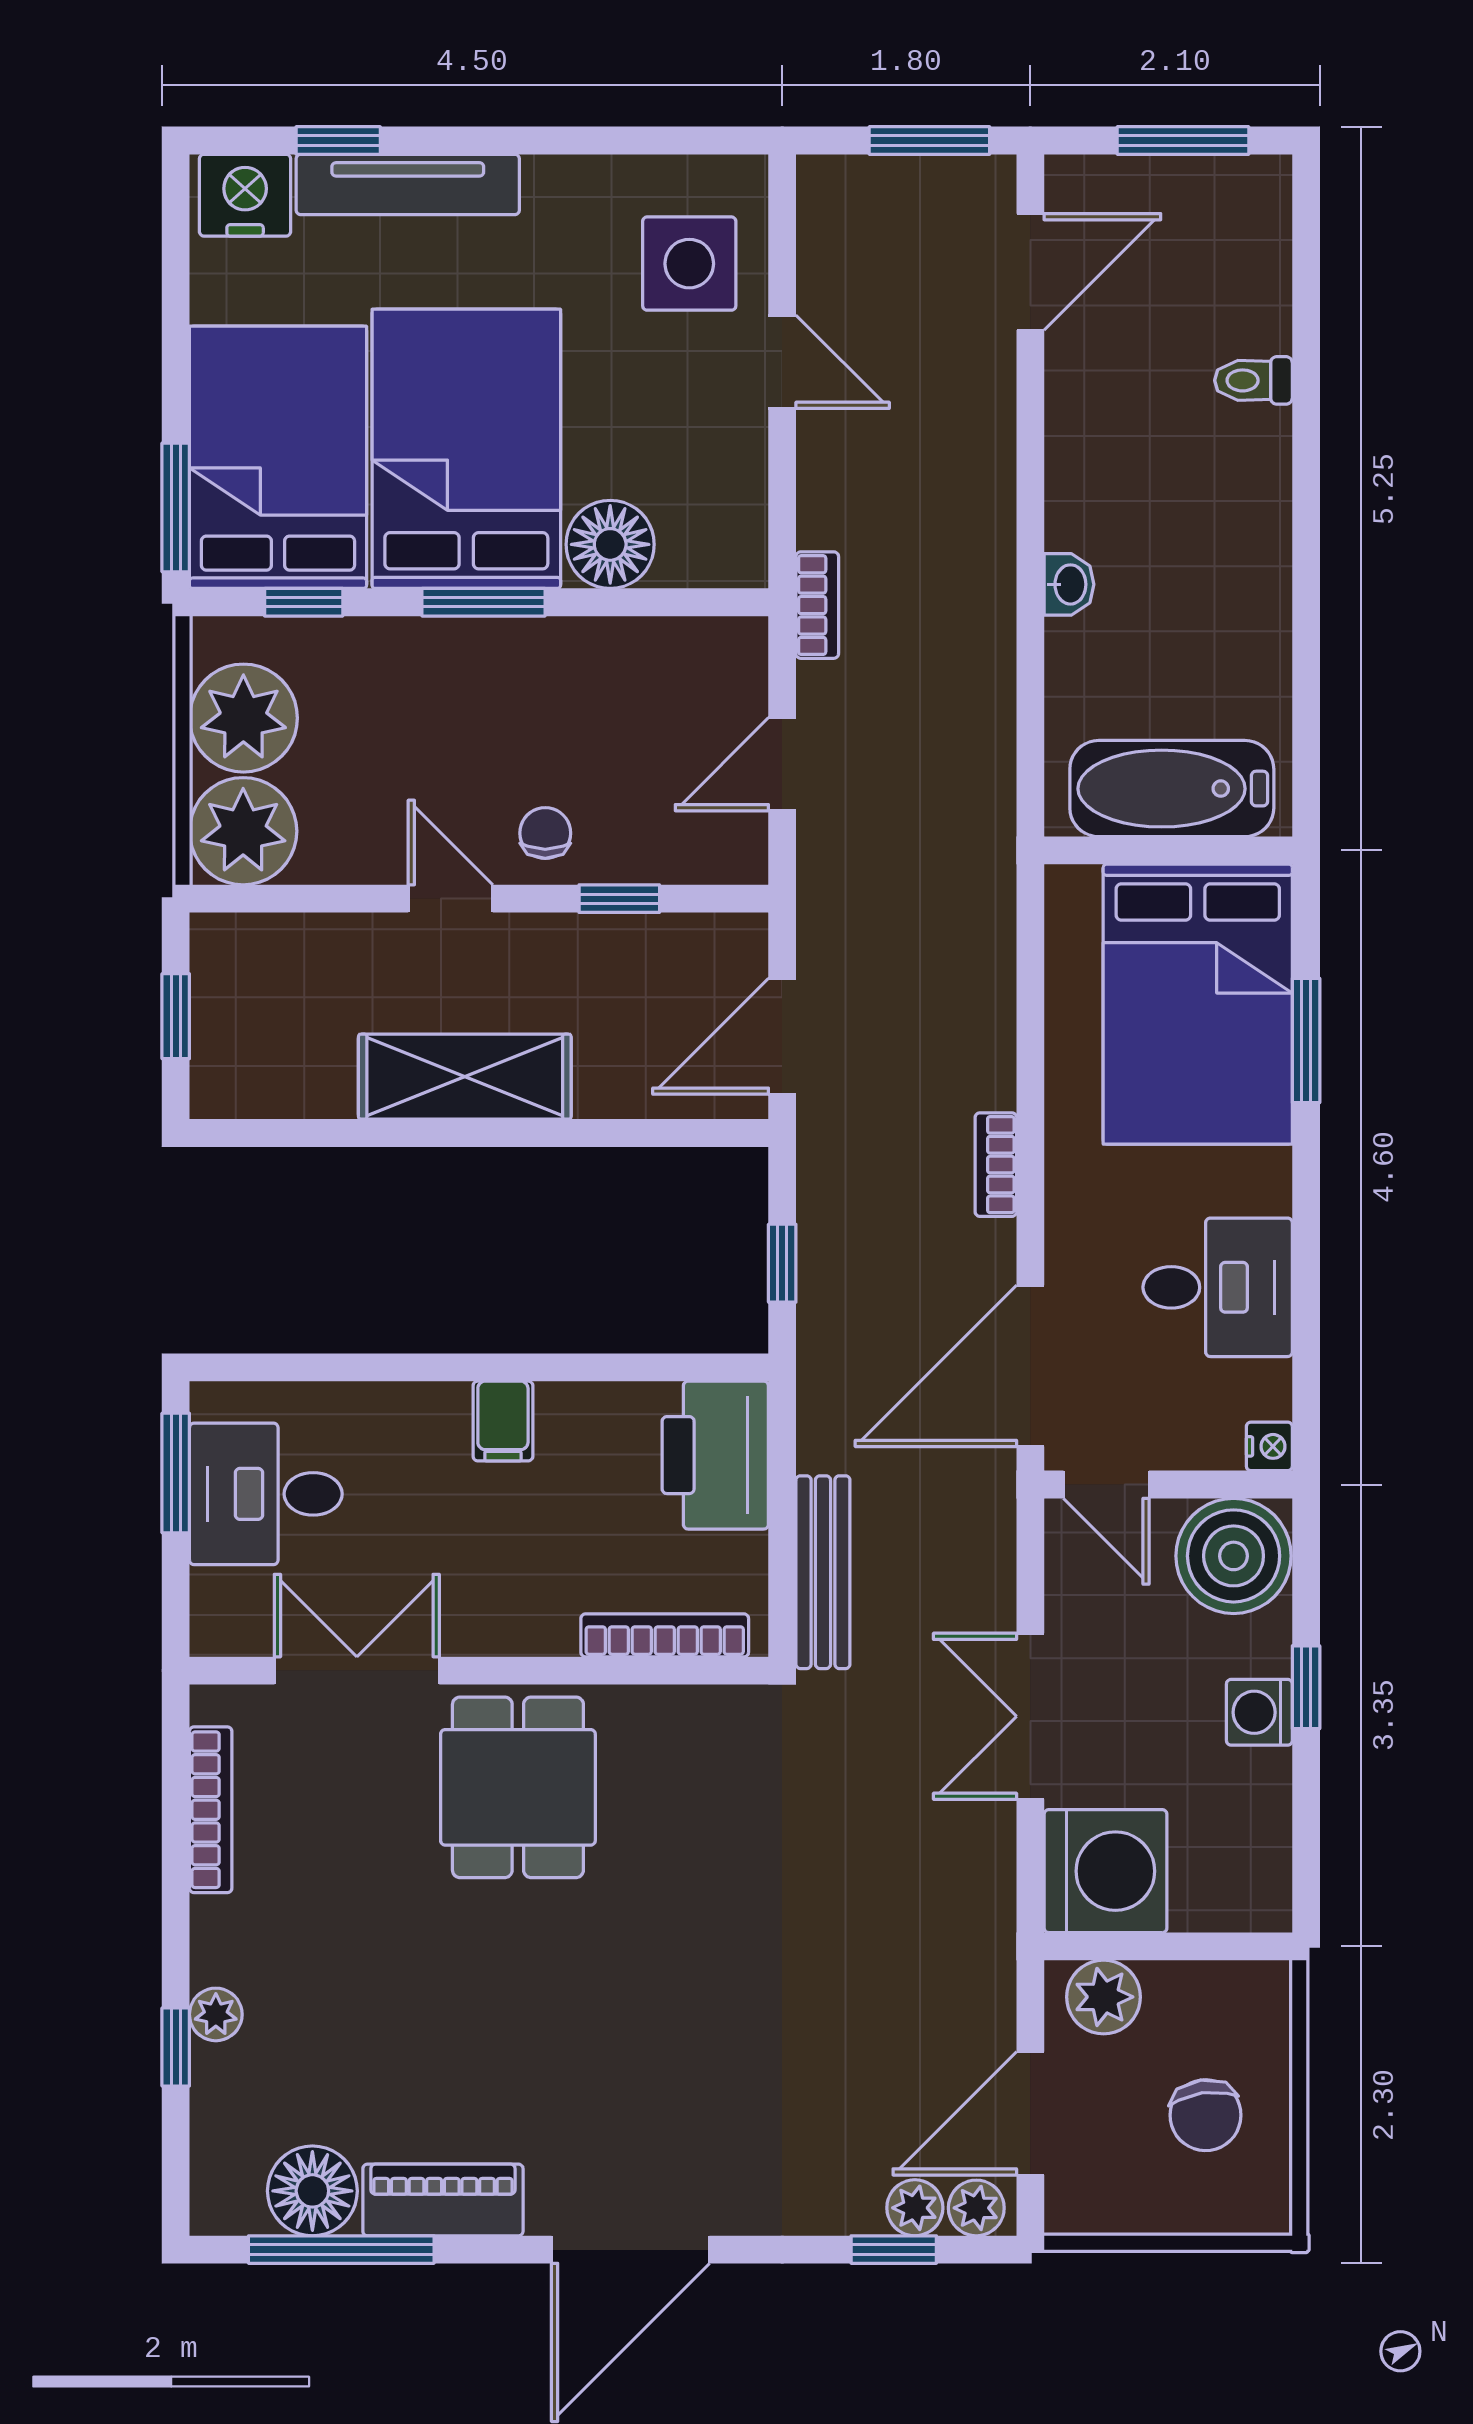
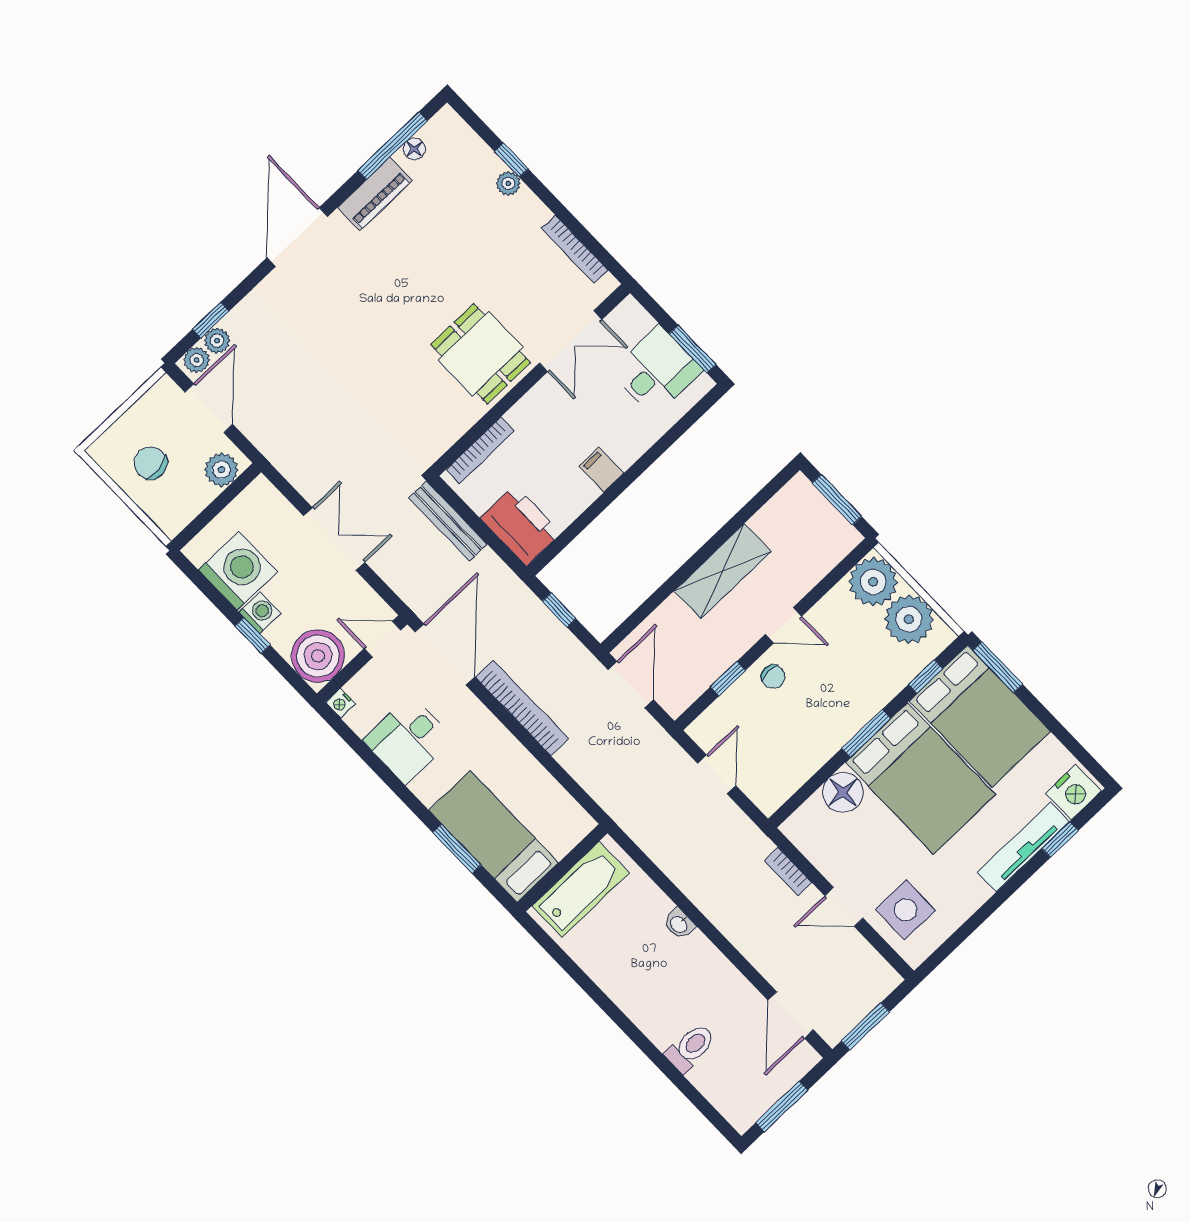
toilet: (1253, 380) -> (690, 1048), width x1.37, depth x1.39
bookcase: (817, 605) -> (788, 872), moved
bed: (1198, 1004) -> (494, 836), width x0.67
window: (176, 1016) -> (837, 500), width x1.50
bookcase: (996, 1165) -> (522, 708), width x2.31, depth x1.31
washing machine: (1106, 1871) -> (238, 571), moved, turned 180
floor lamp: (312, 2191) -> (414, 149), width x0.53, depth x0.53

